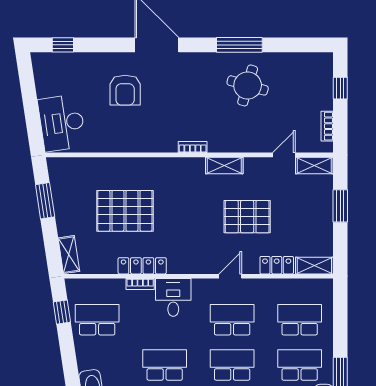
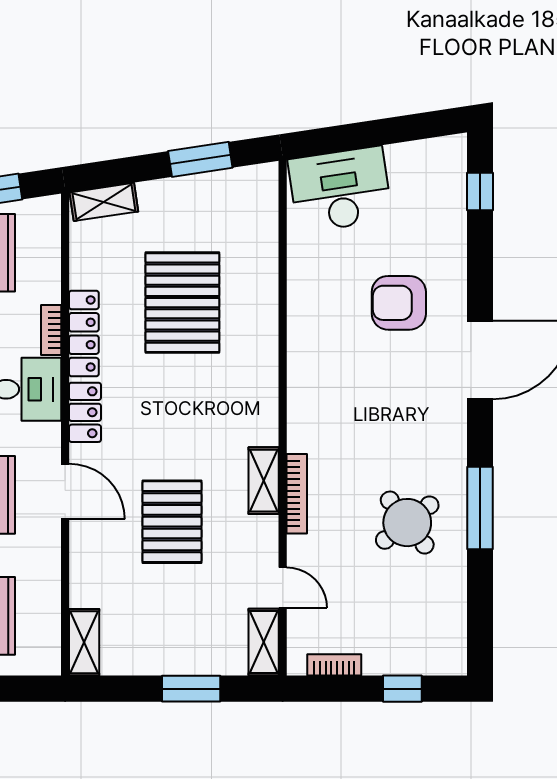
round table: (248, 85) -> (407, 523), turned 36
bookcase: (193, 147) -> (297, 494), moved, width x1.56
locker: (277, 265) -> (85, 412), moved
door: (230, 276) -> (65, 491), width x1.38

